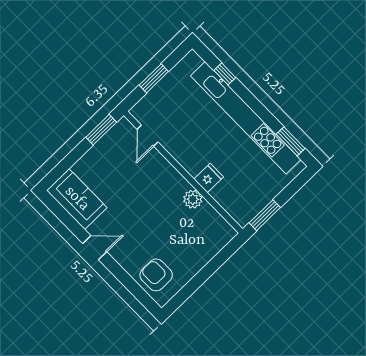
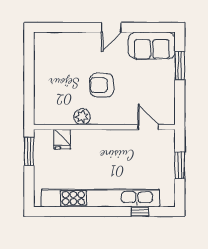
window: (101, 130) -> (180, 65), moved
window: (291, 141) -> (59, 212), removed
fridge: (209, 178) -> (62, 139), moved
armchair: (156, 275) -> (102, 85), moved, turned 180

